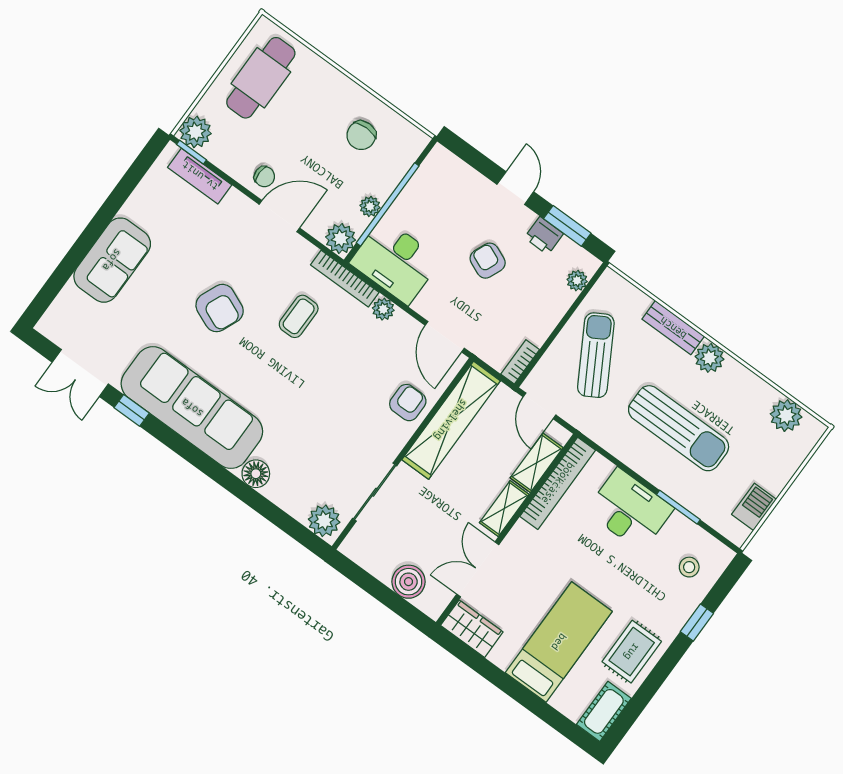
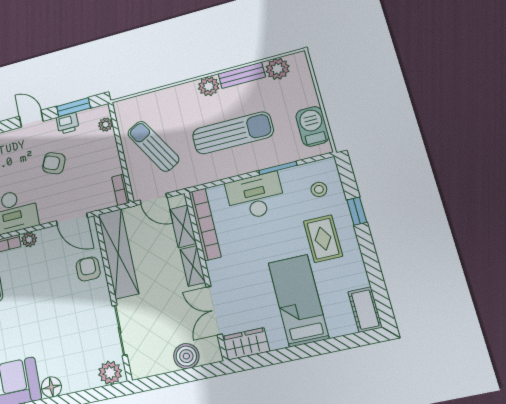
bench: (673, 328) -> (242, 75), moved
barbecue: (754, 507) -> (312, 126), width x1.38, depth x1.27
rug: (632, 652) -> (323, 239), moved

